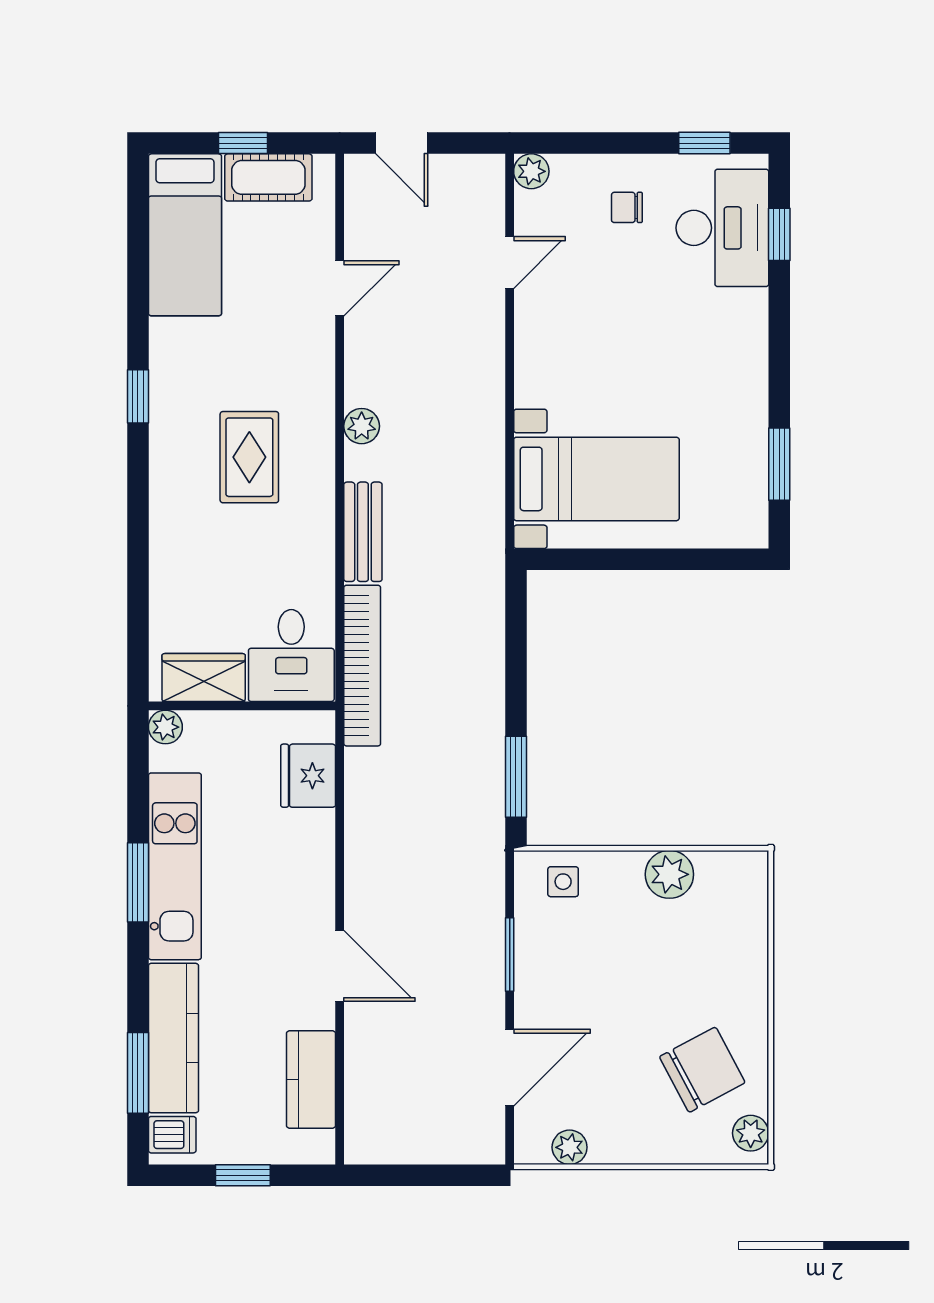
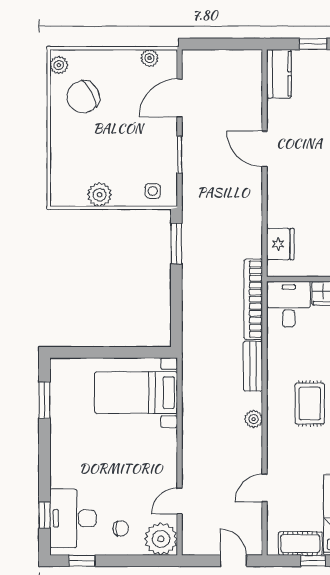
plant: (531, 171) -> (161, 539), width x1.87, depth x1.87
kitchen counter: (311, 1079) -> (279, 74), moved

